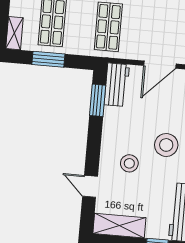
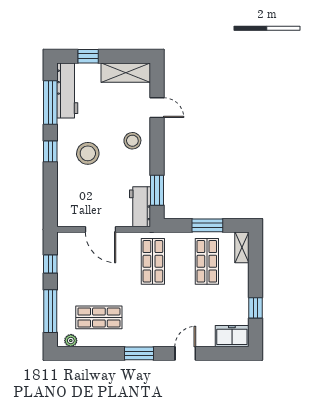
door: (160, 65) -> (101, 229), swing flipped
stool: (129, 163) -> (132, 141), moved

